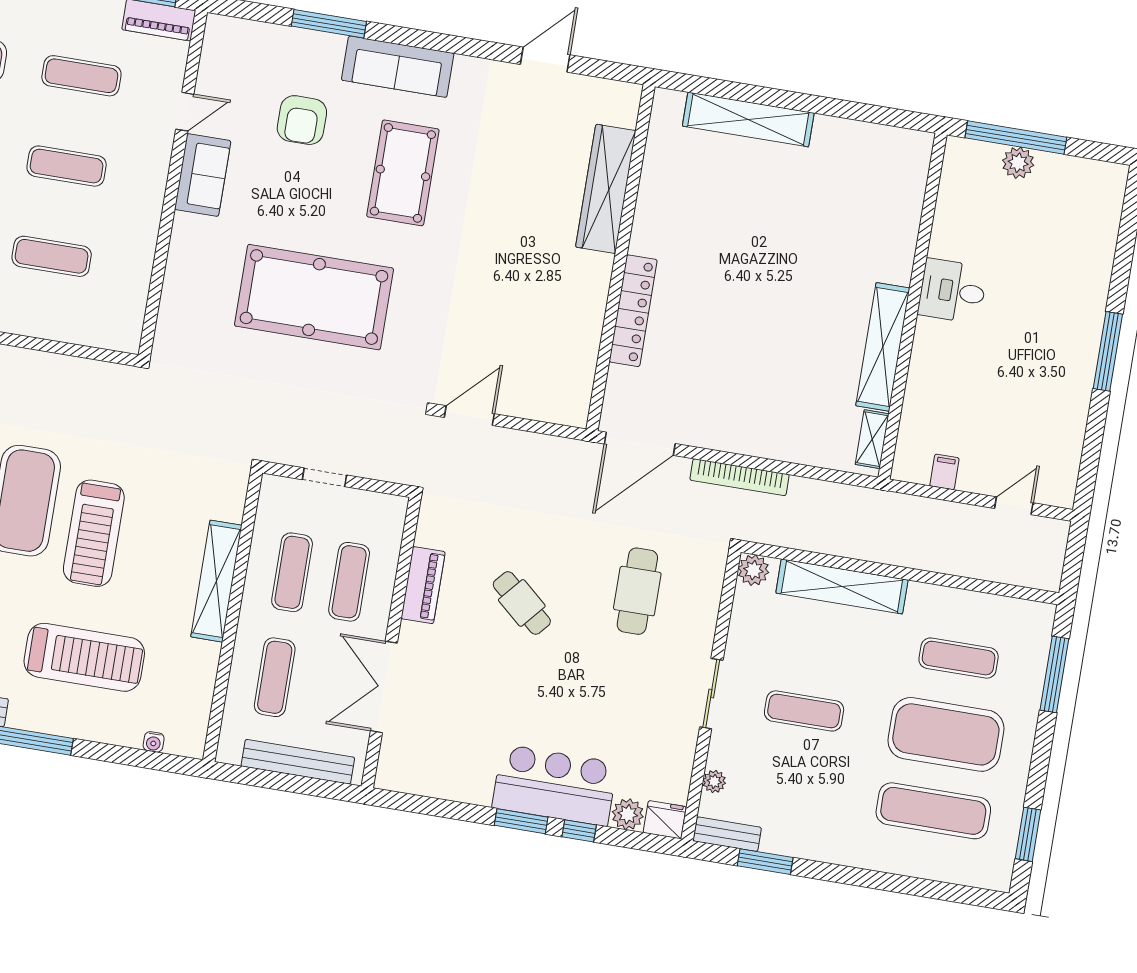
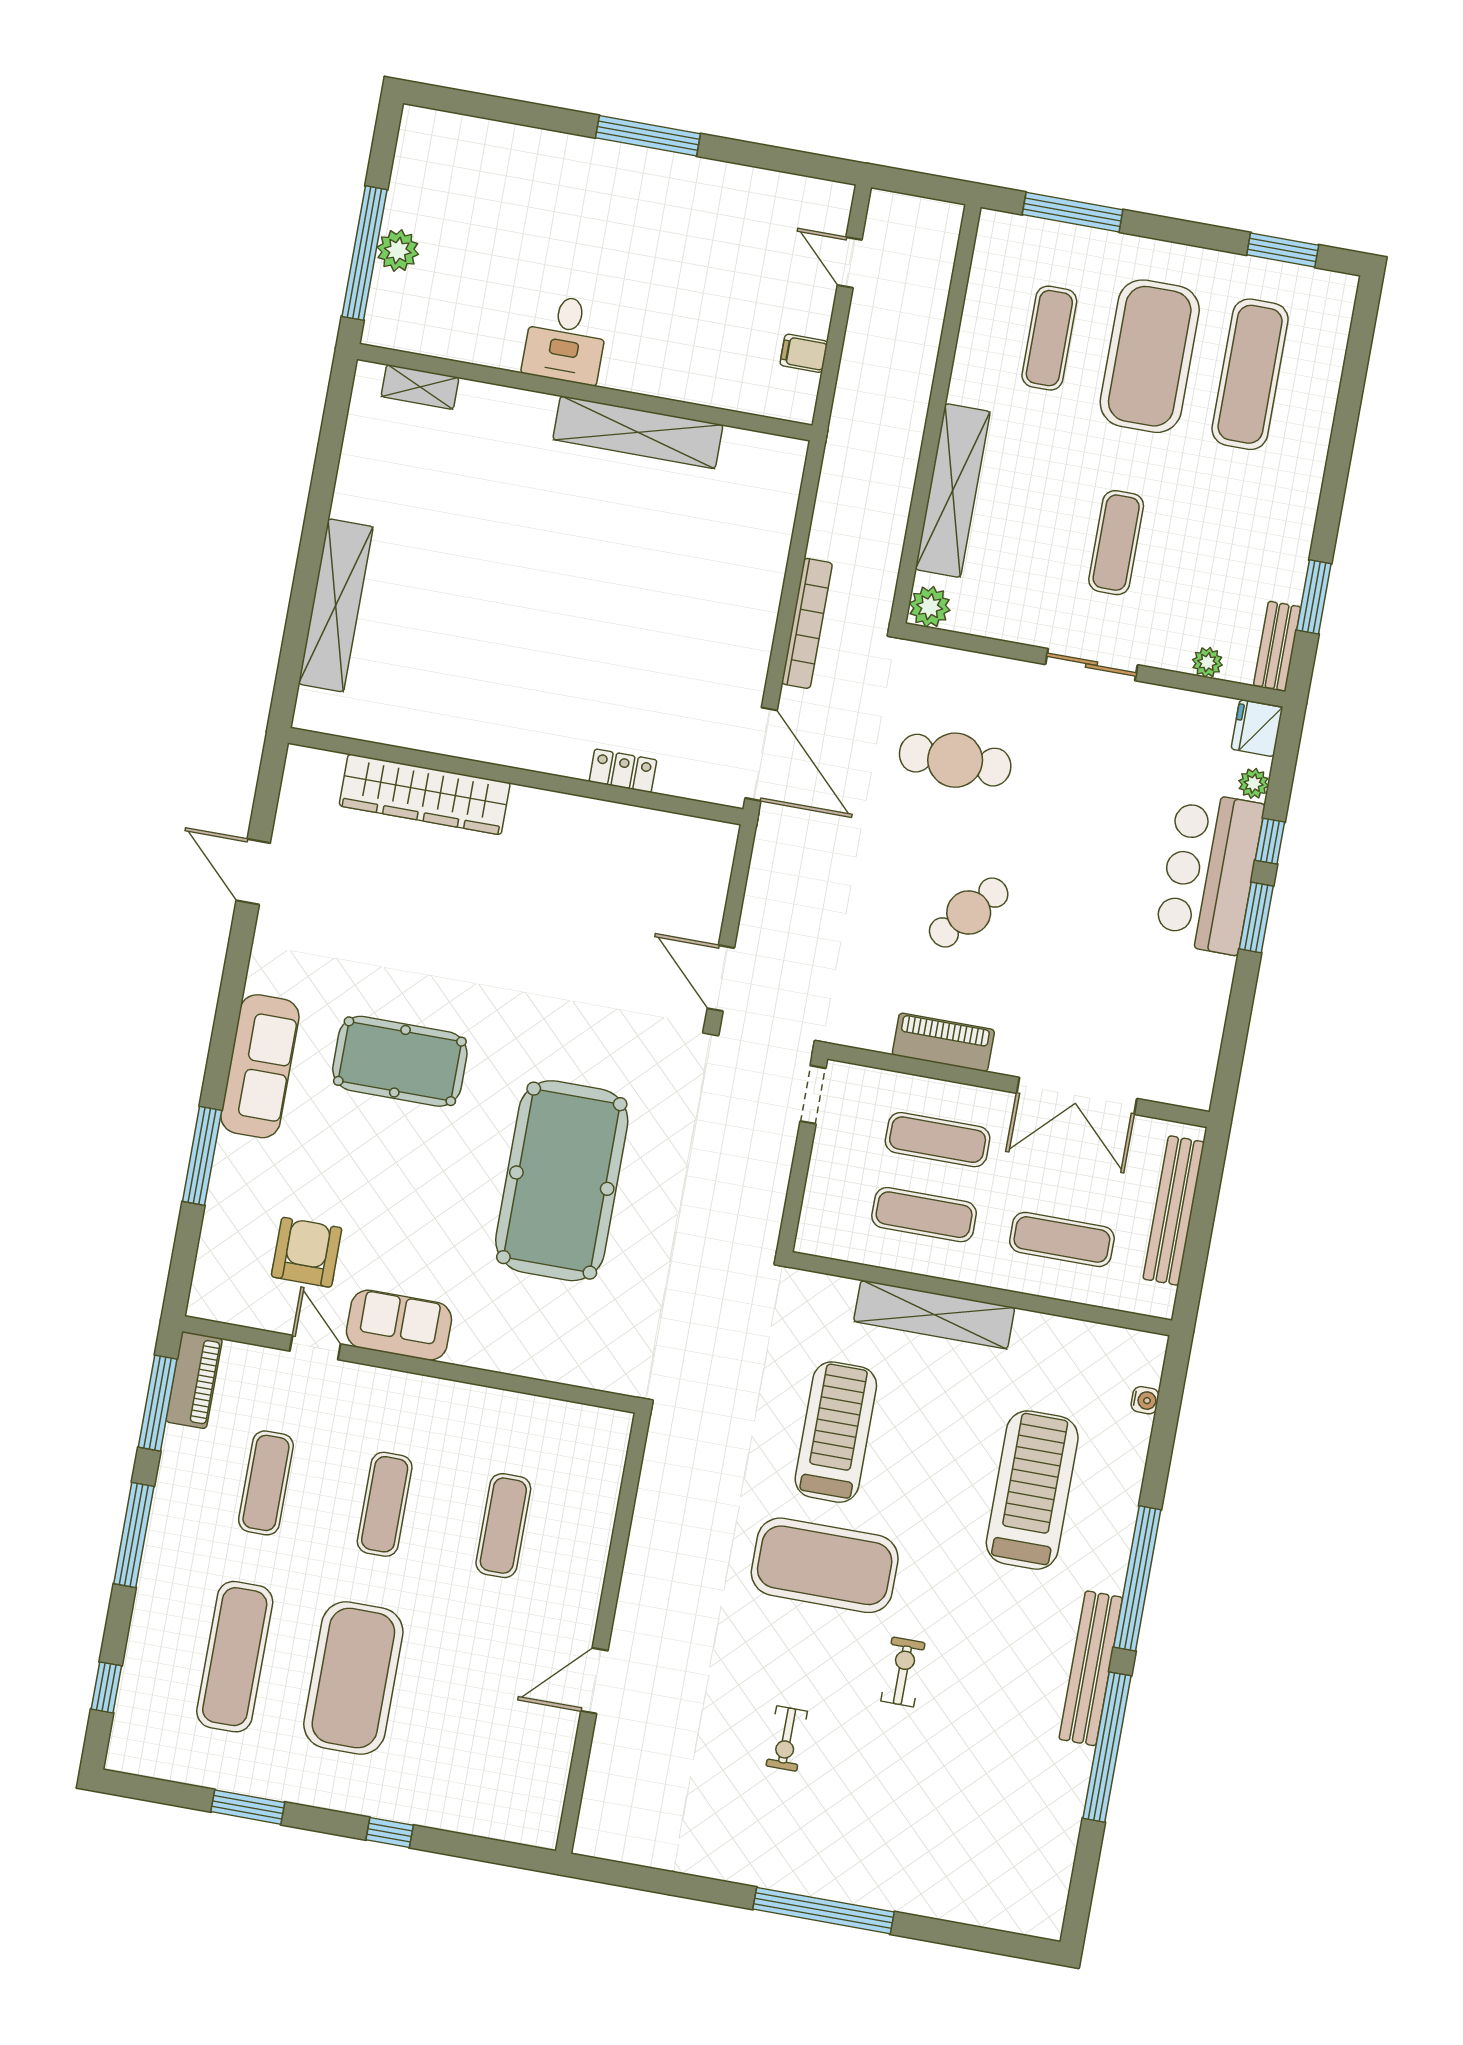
armchair: (302, 120) -> (307, 1252), moved, turned -90
locker: (633, 311) -> (623, 771), width x0.46, depth x0.83
shelving: (872, 439) -> (420, 387), moved
doorway: (325, 477) -> (813, 1095), moved
treadmill: (94, 533) -> (836, 1432), moved, turned -90
plant: (628, 814) -> (1254, 783), width x0.73, depth x0.73

